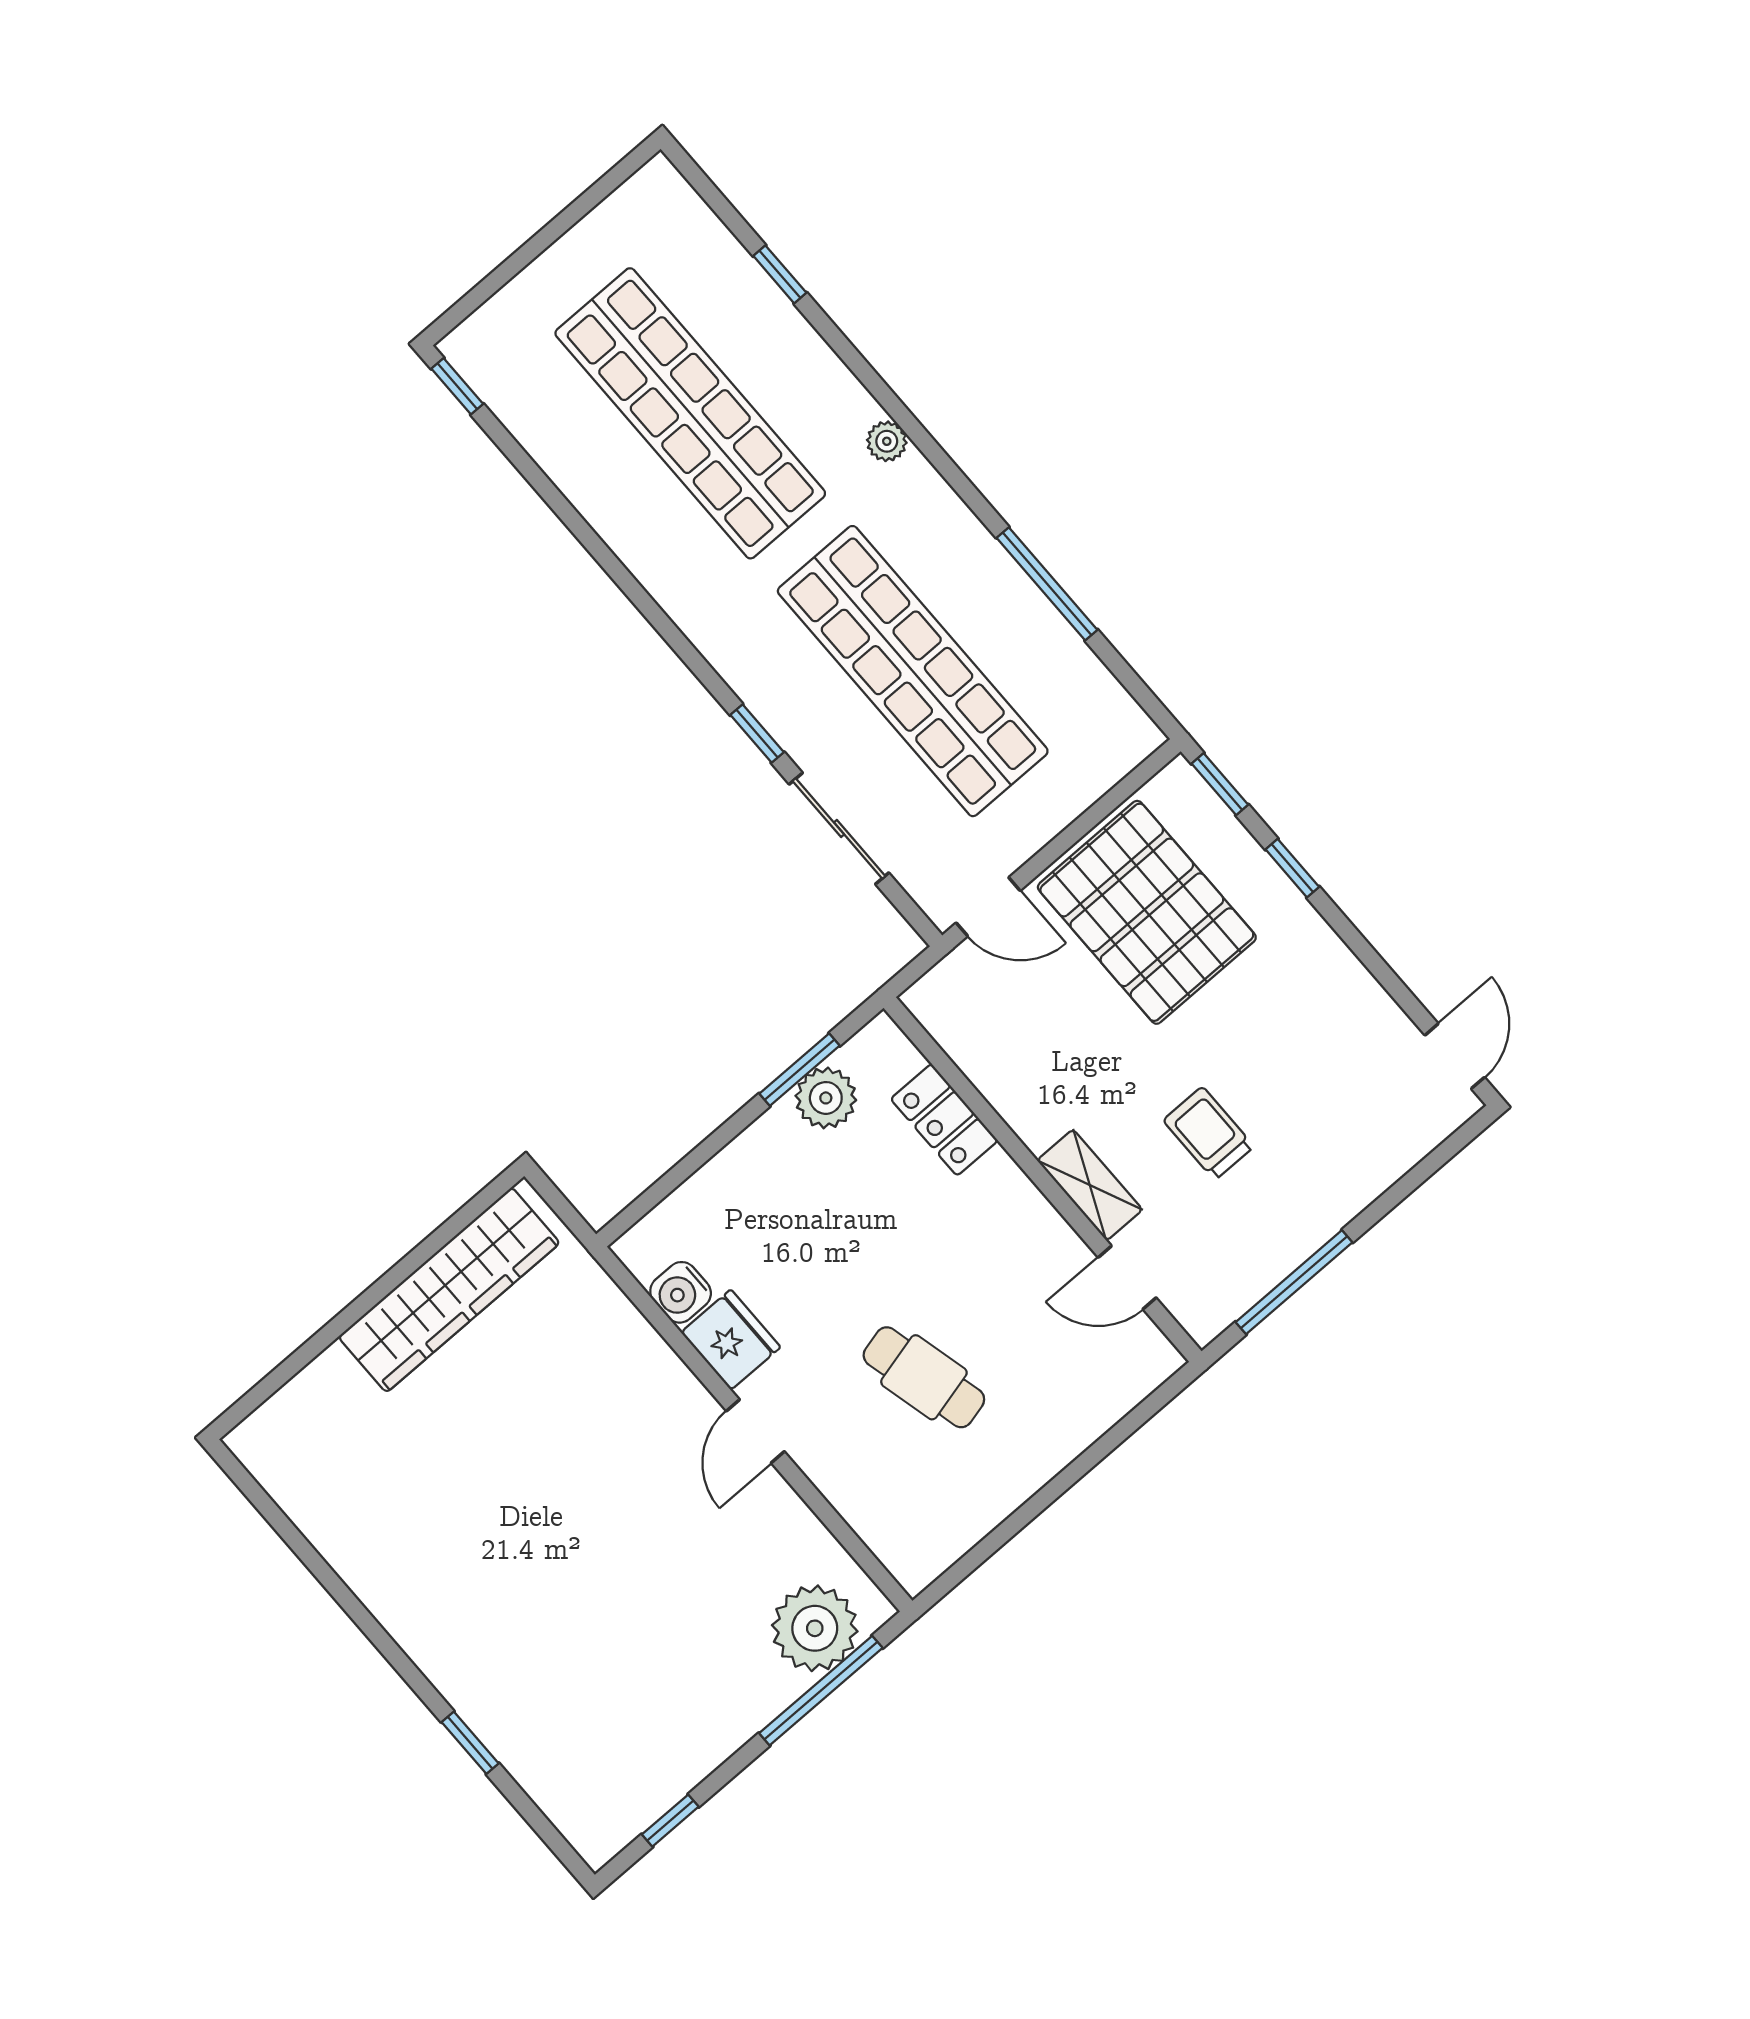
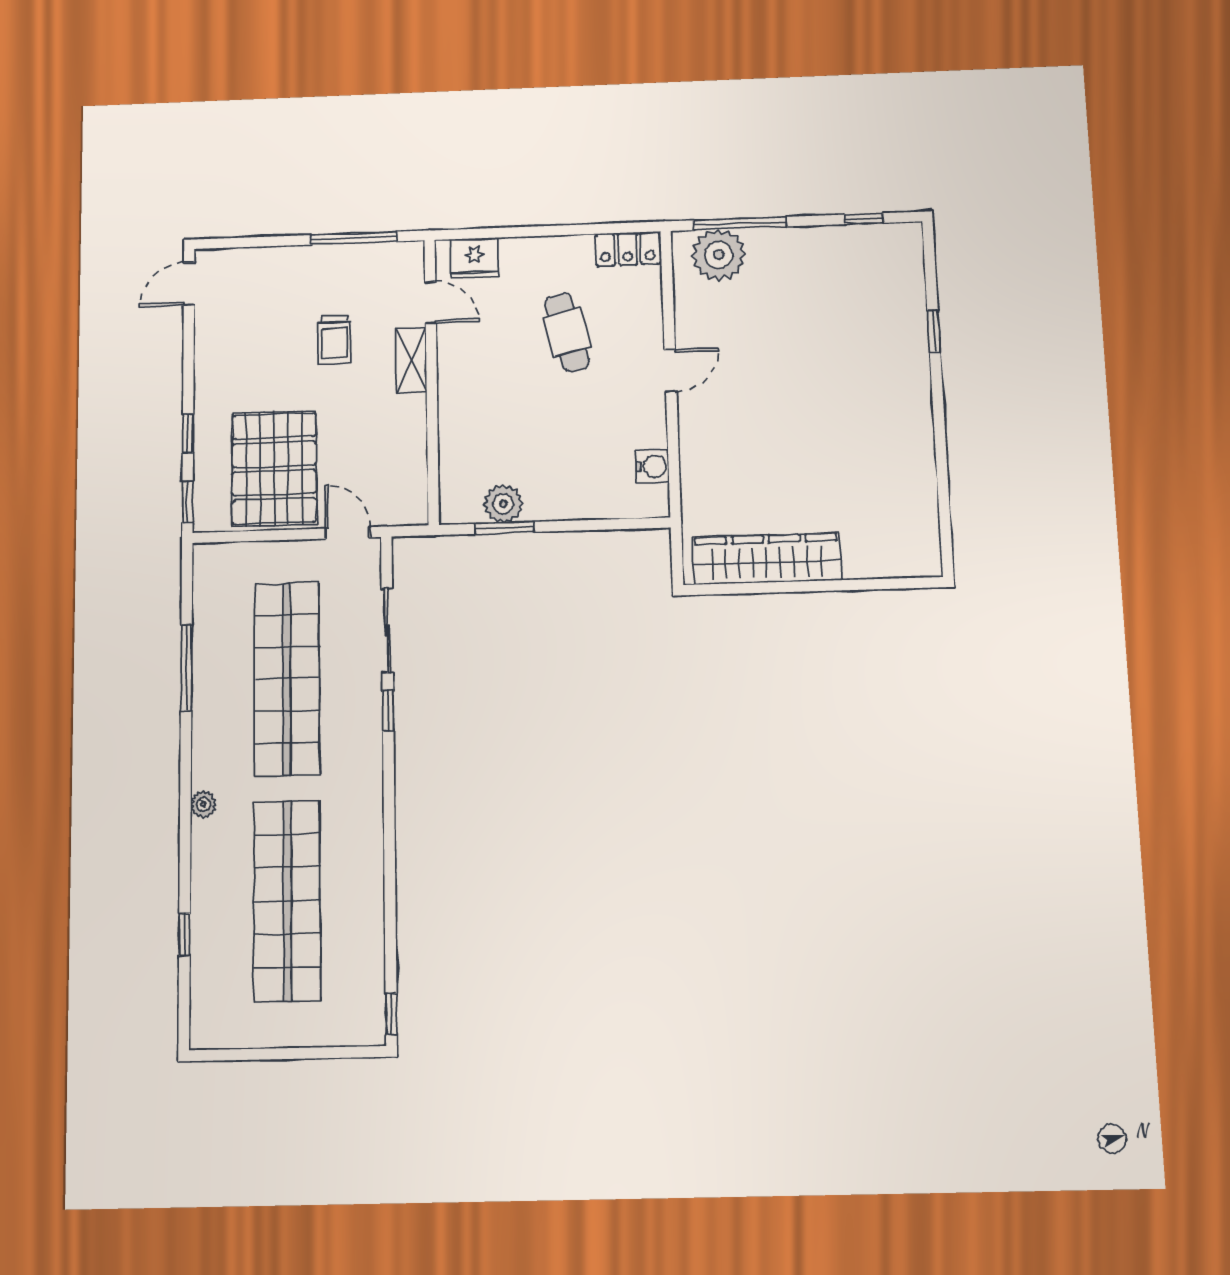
locker: (944, 1120) -> (628, 249), moved, turned 90
fridge: (731, 1340) -> (474, 258), moved, turned -90

